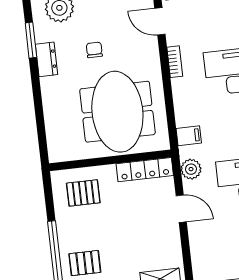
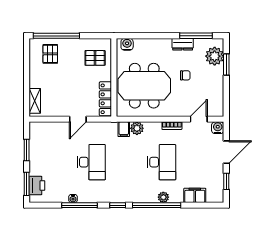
window: (31, 40) -> (196, 36), width x1.44
water cooler: (56, 146) -> (127, 44), added
plant: (191, 169) -> (137, 128), moved
pallet: (83, 193) -> (95, 58), turned 90

